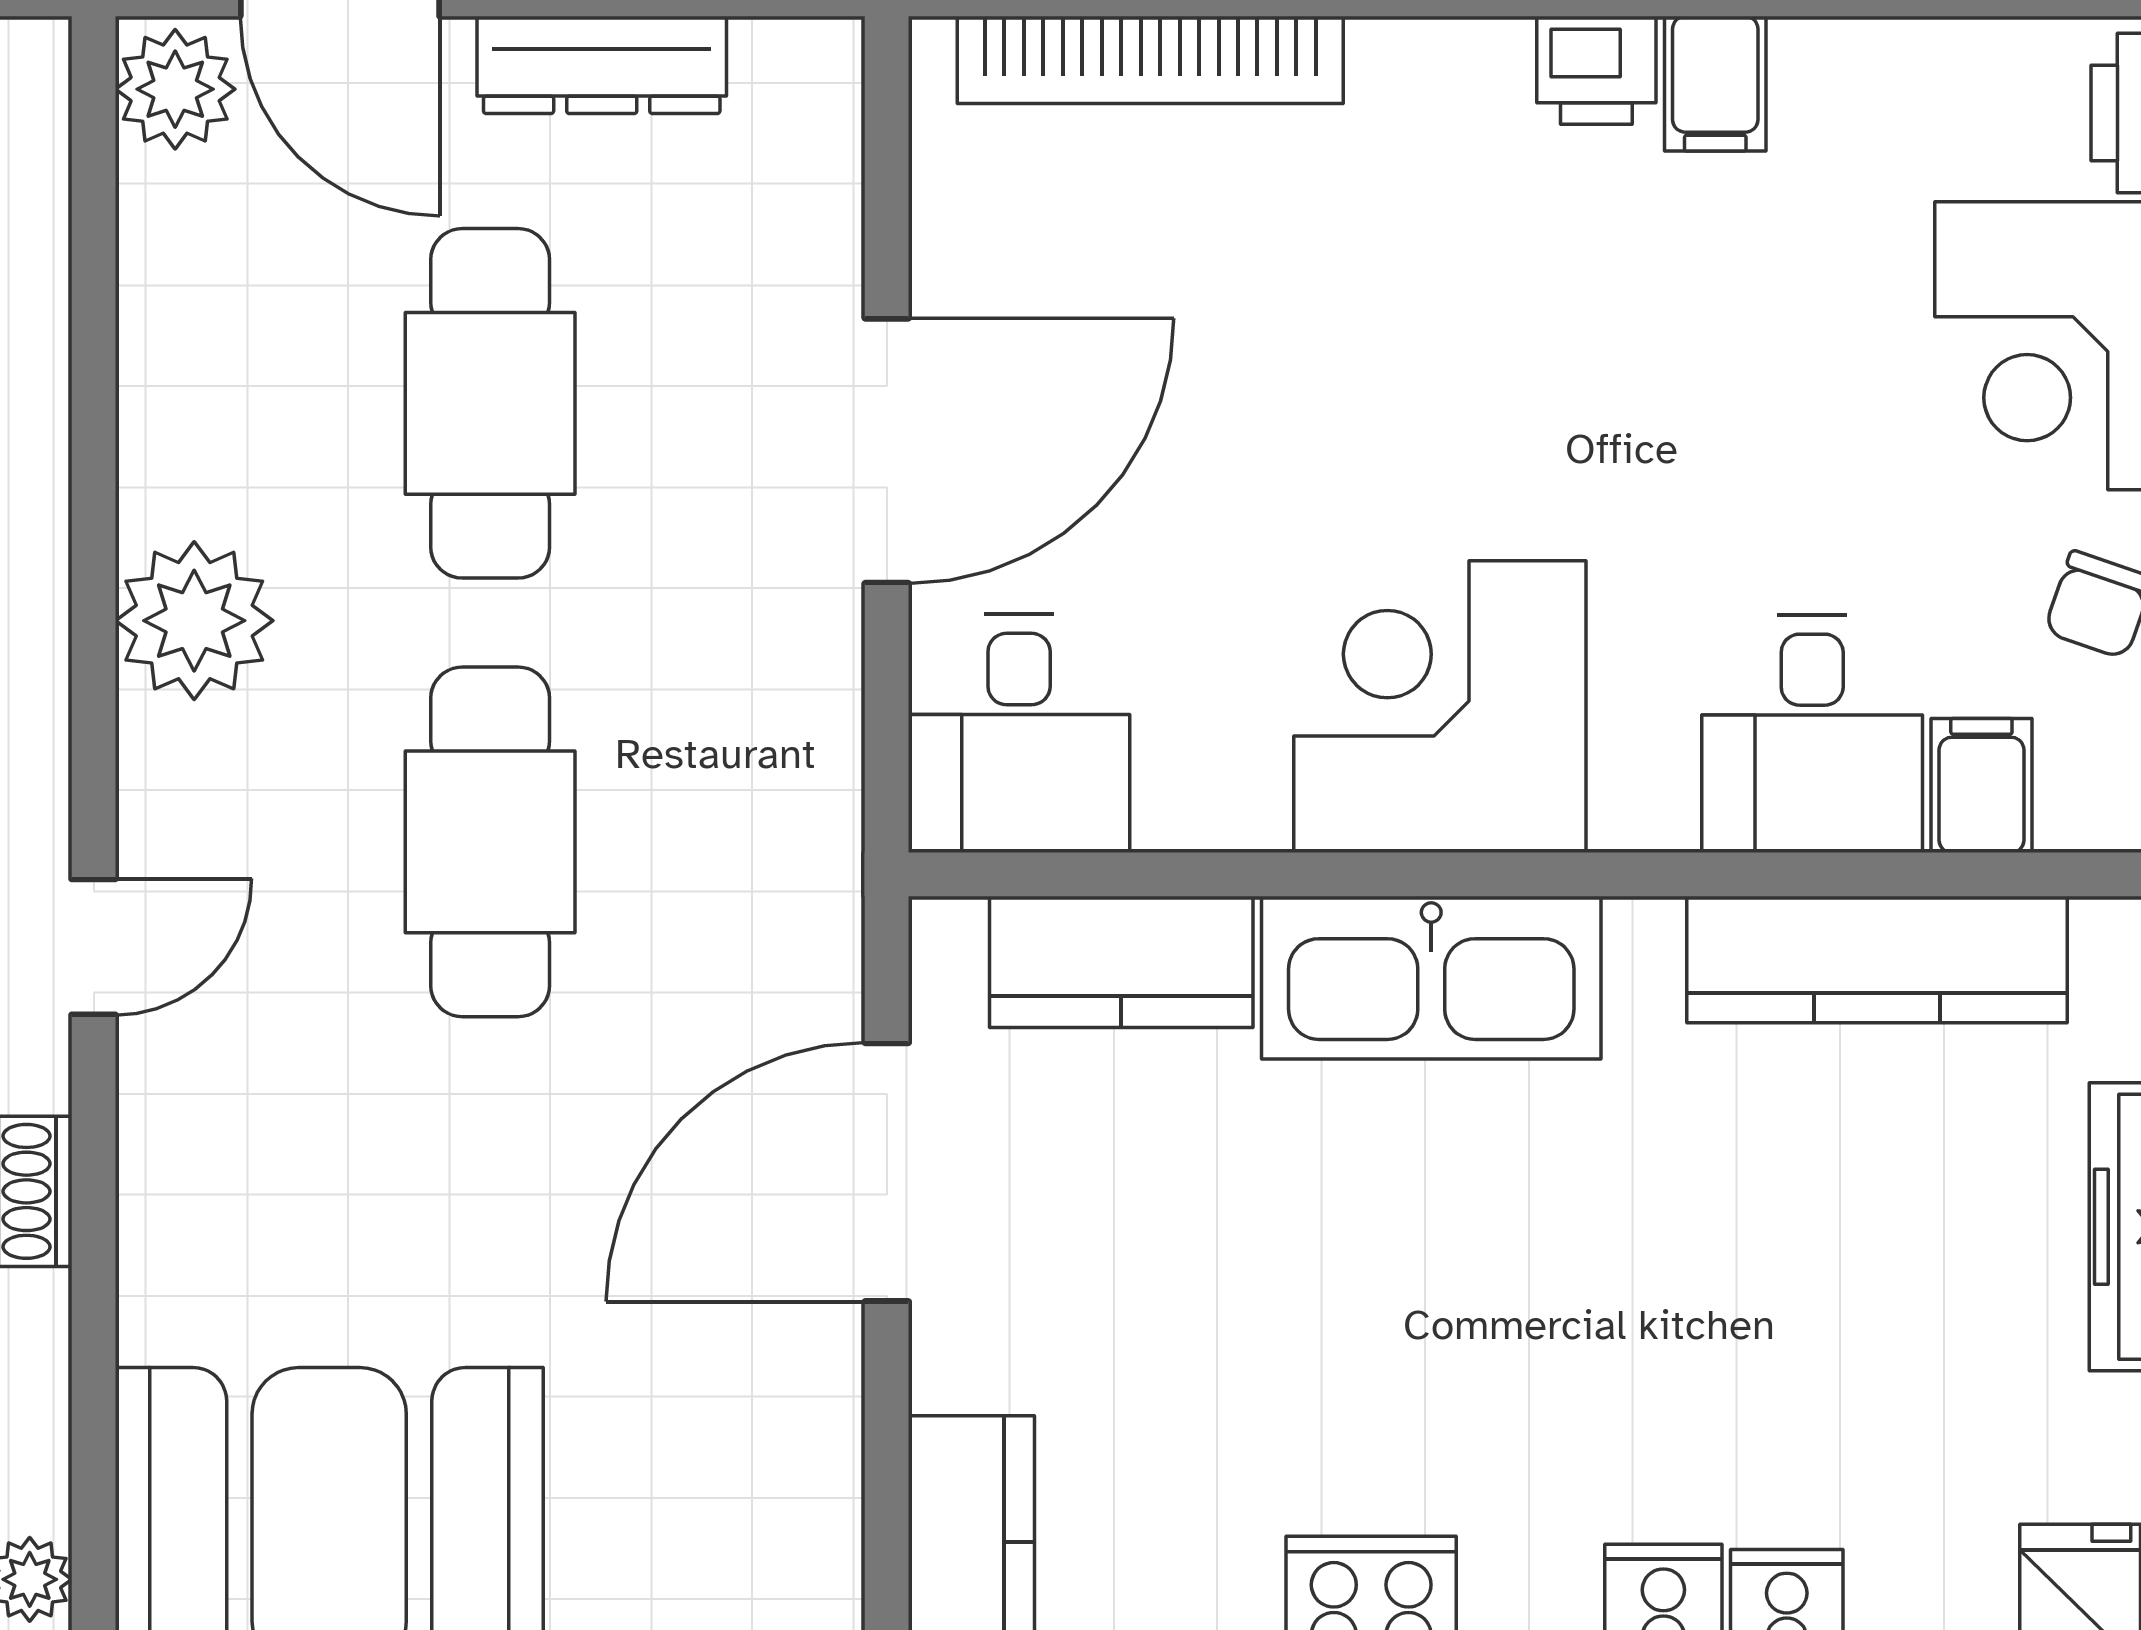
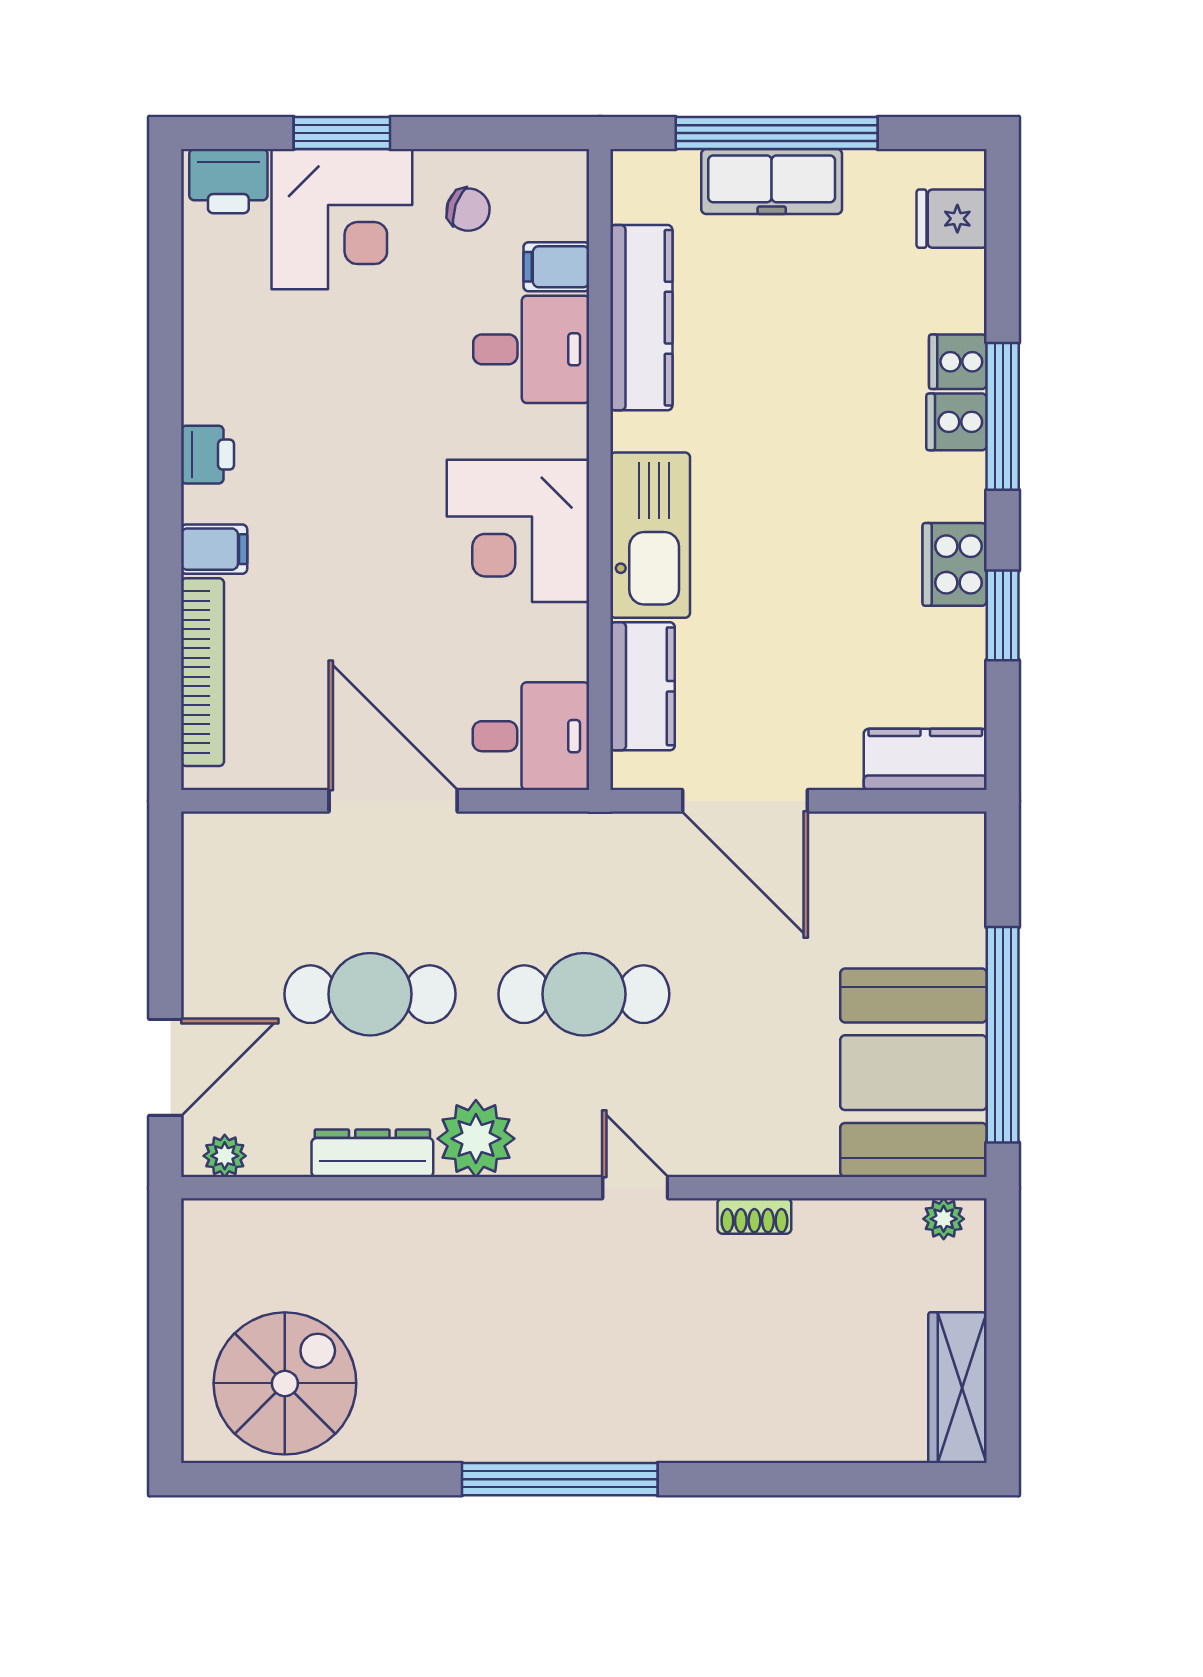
dresser: (602, 65) -> (372, 1153), moved, turned -90
filing cabinet: (1715, 84) -> (214, 549), moved
plant: (175, 89) -> (225, 1156), width x0.73, depth x0.73

